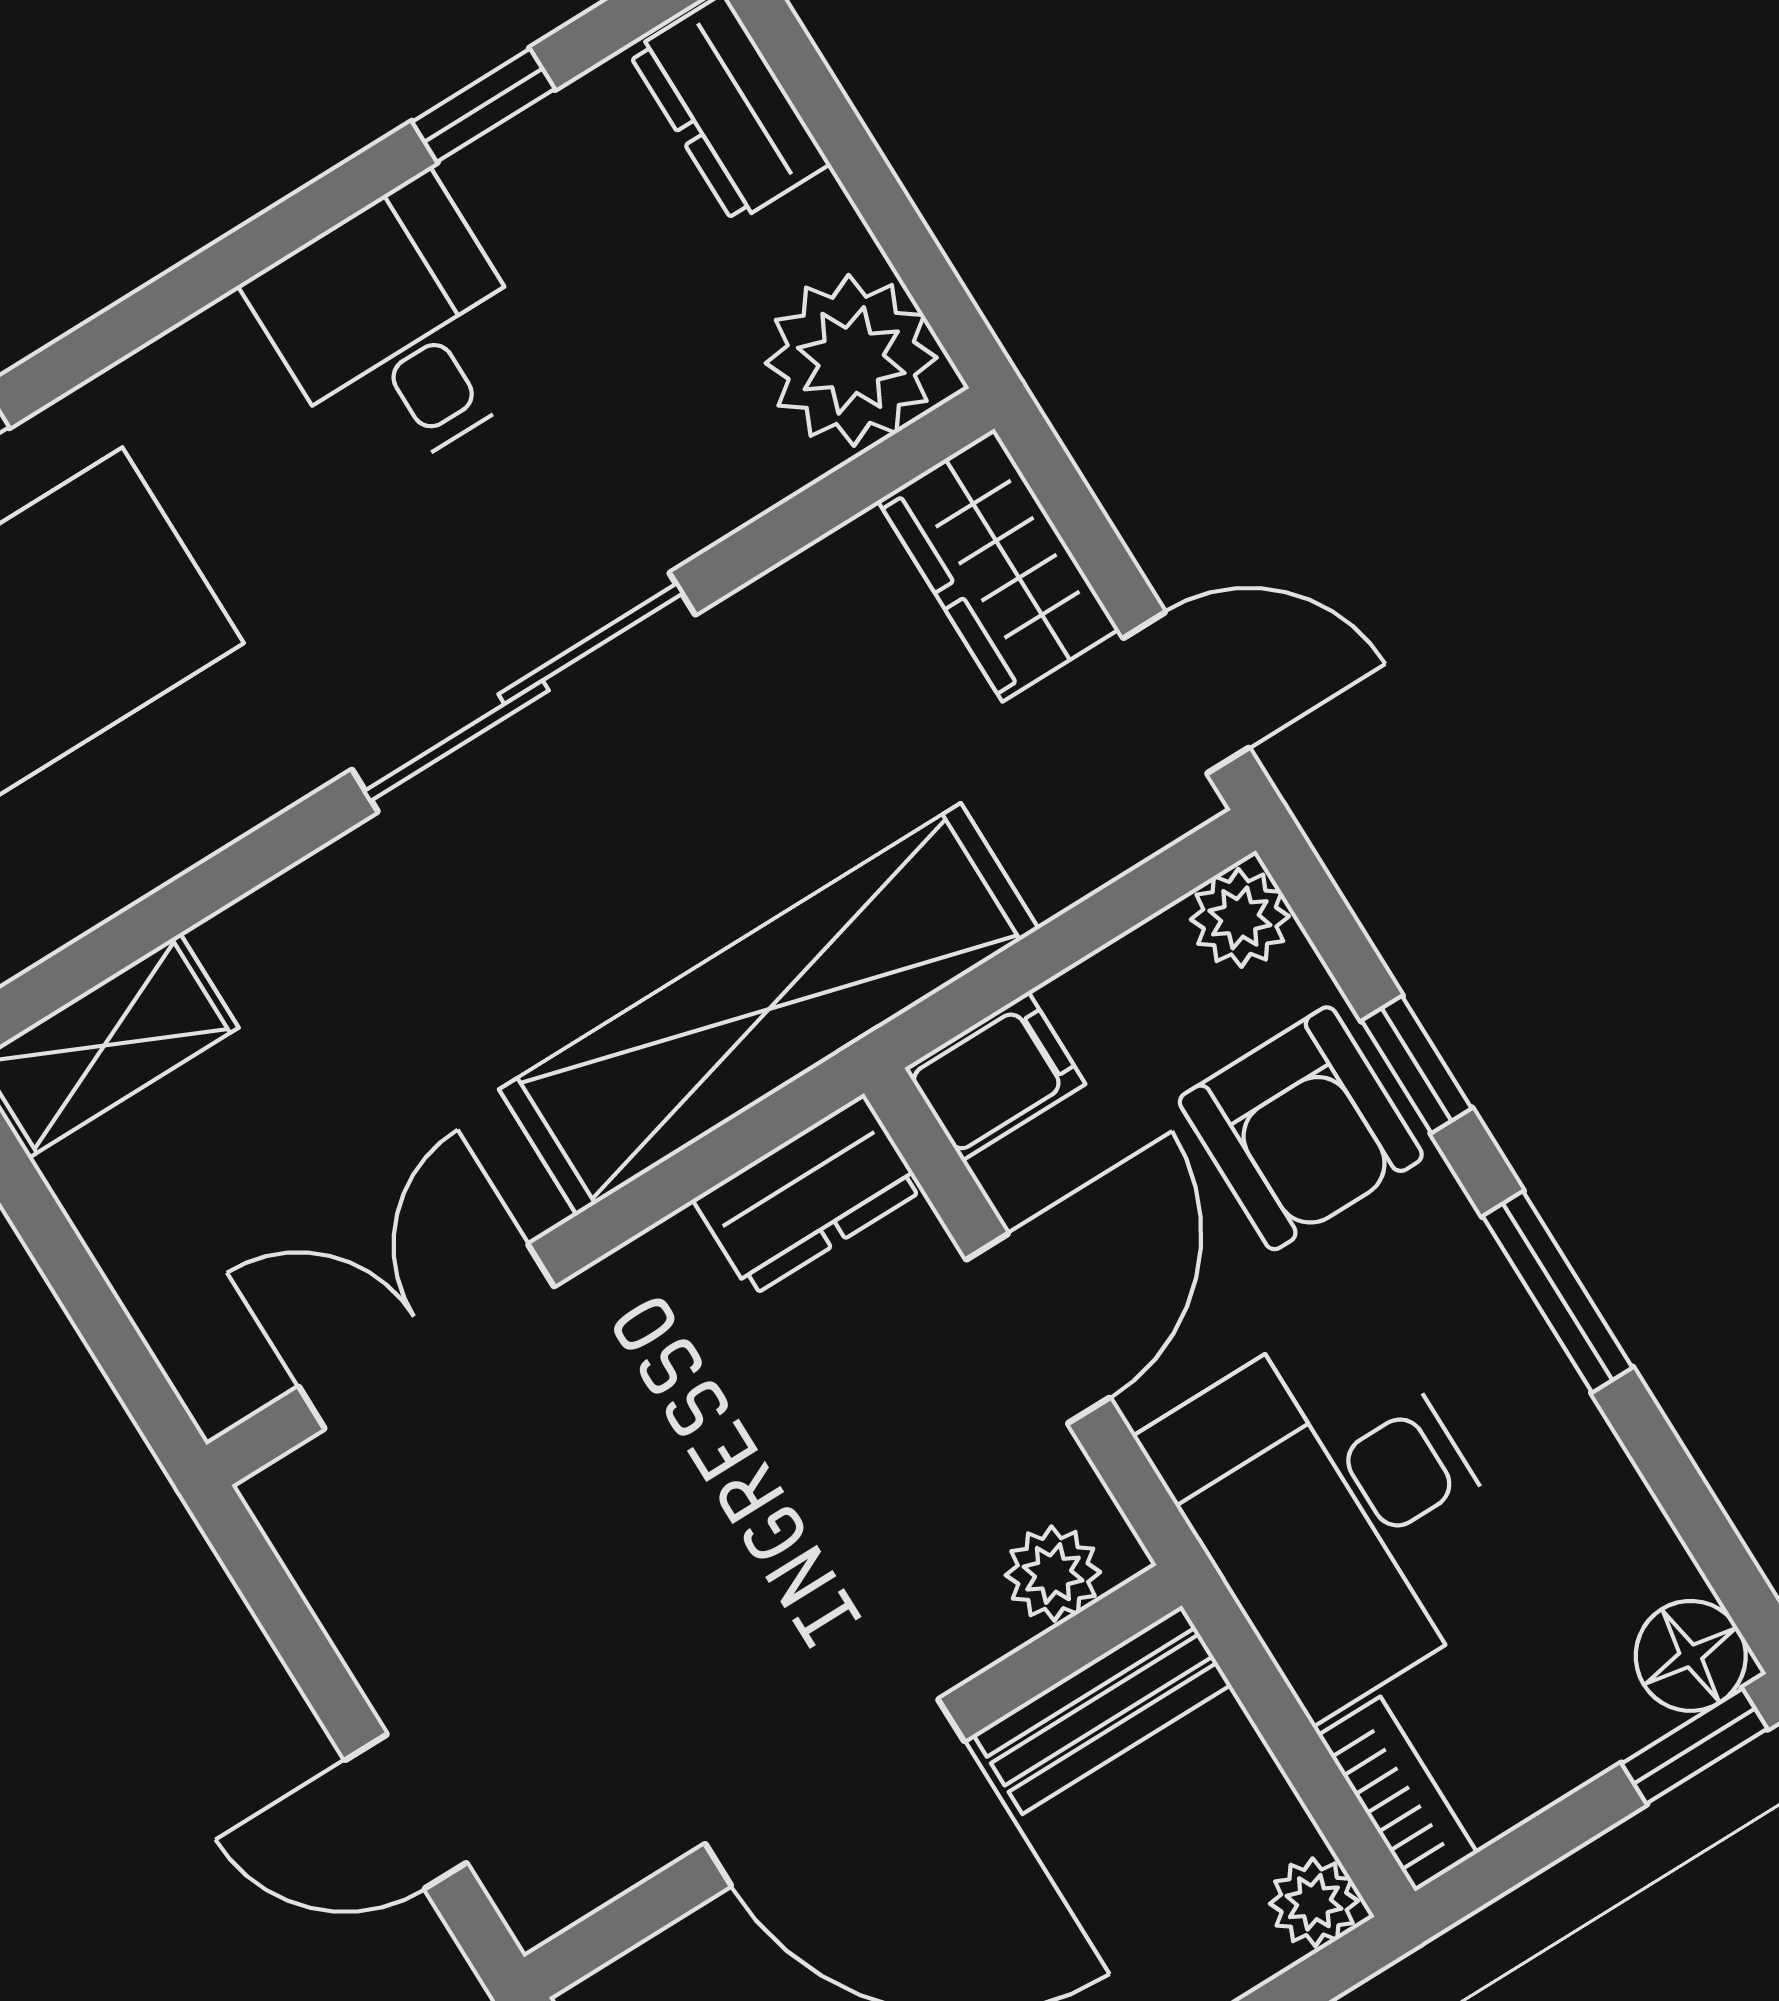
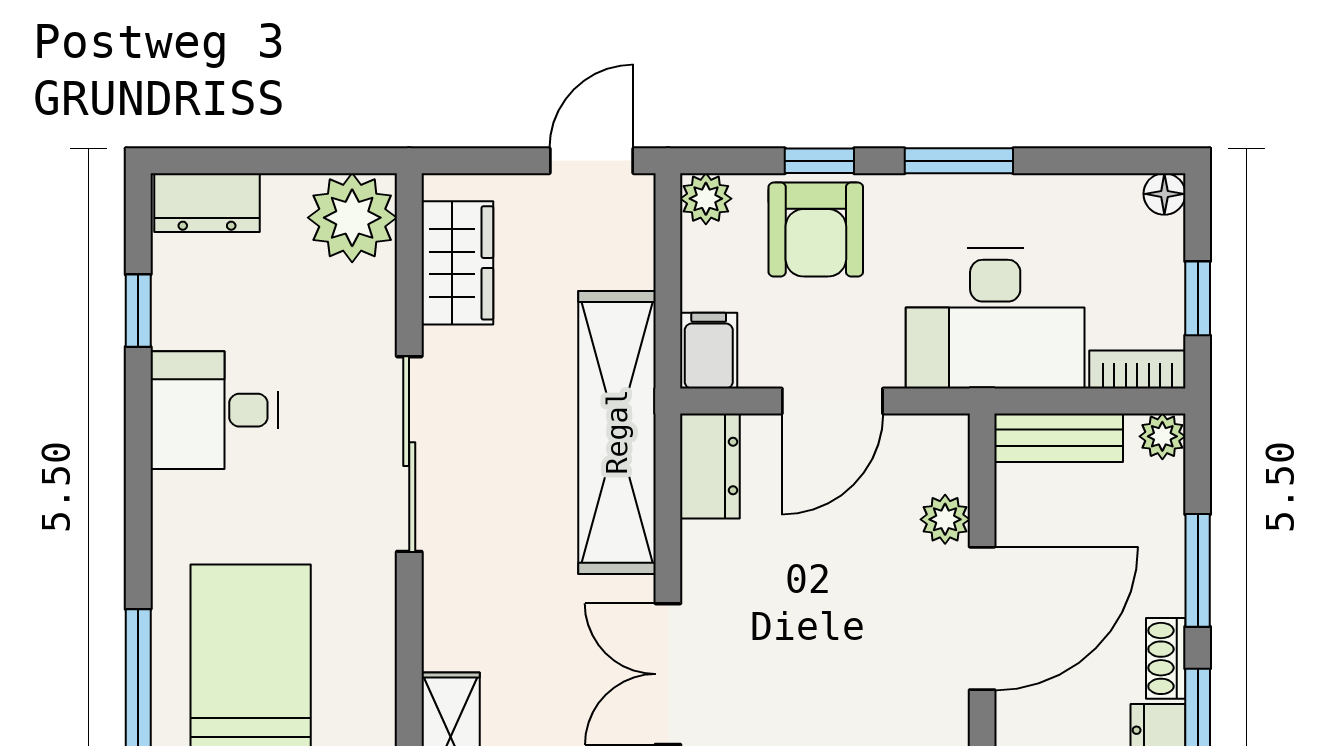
wardrobe: (998, 565) -> (457, 263), moved, turned -90
armchair: (1301, 1128) -> (816, 230), turned 90
door: (1038, 1329) -> (832, 401), swing flipped
plant: (1053, 1574) -> (945, 519), moved
floor lamp: (1691, 1656) -> (1164, 194), width x0.73, depth x0.73
bench: (1102, 1710) -> (1059, 438), moved, turned 90
window: (1694, 1746) -> (1198, 298), moved

